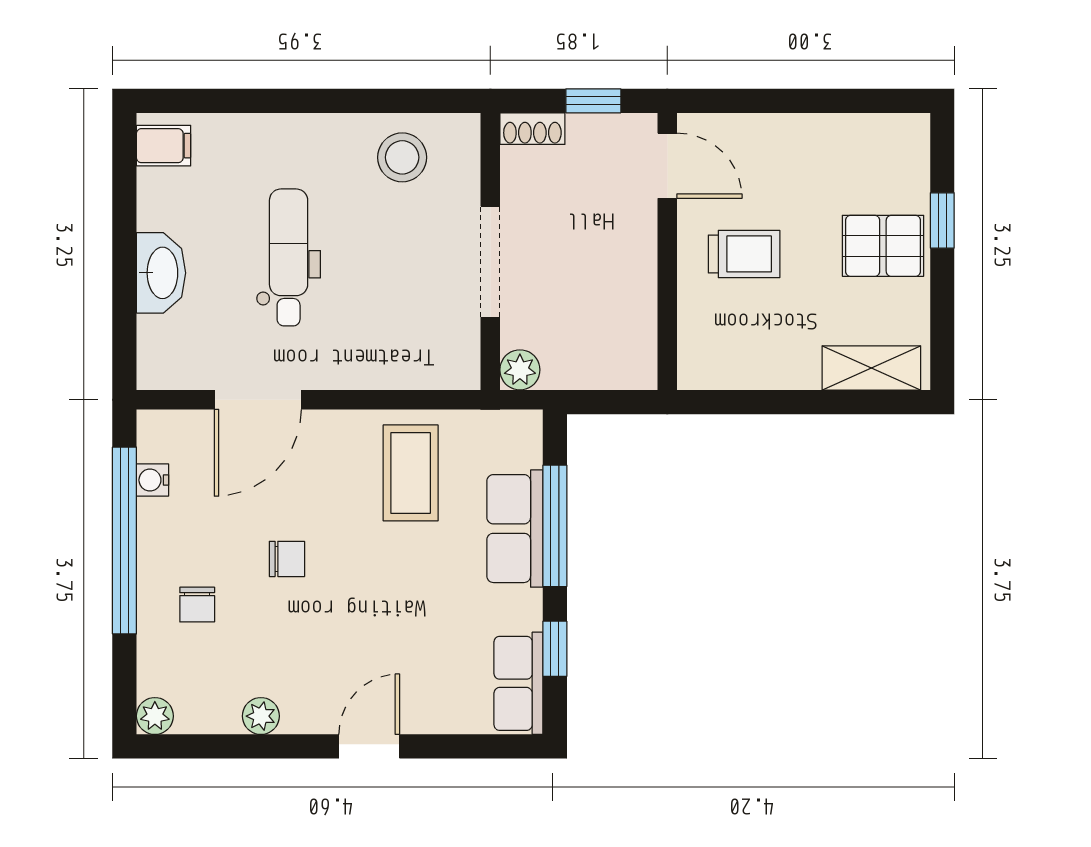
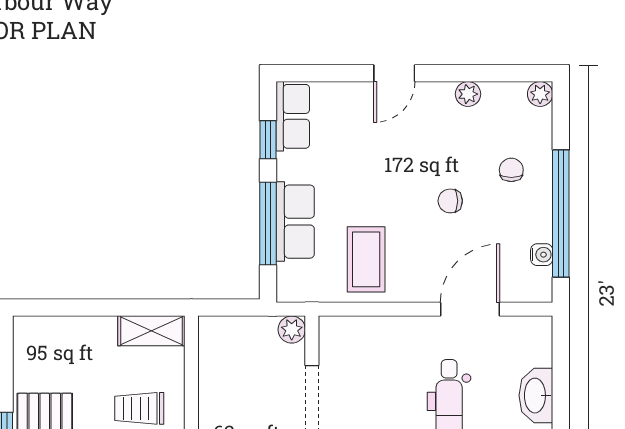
shelving: (871, 368) -> (151, 331), moved

